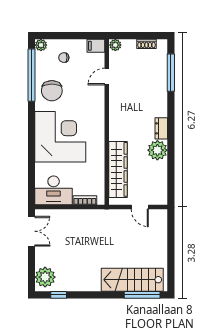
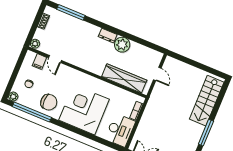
filing cabinet: (96, 46) -> (39, 62), moved
door: (140, 207) -> (157, 74), hinge flipped
window: (142, 295) -> (206, 133), moved

